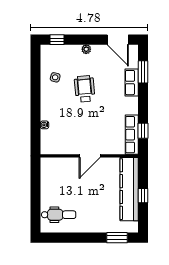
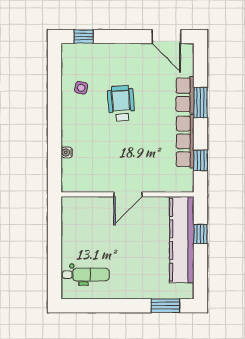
plant: (86, 49) -> (123, 50), removed
window: (143, 72) -> (201, 103), moved
row of seats: (132, 135) -> (185, 141), moved
window: (143, 196) -> (201, 234), moved

